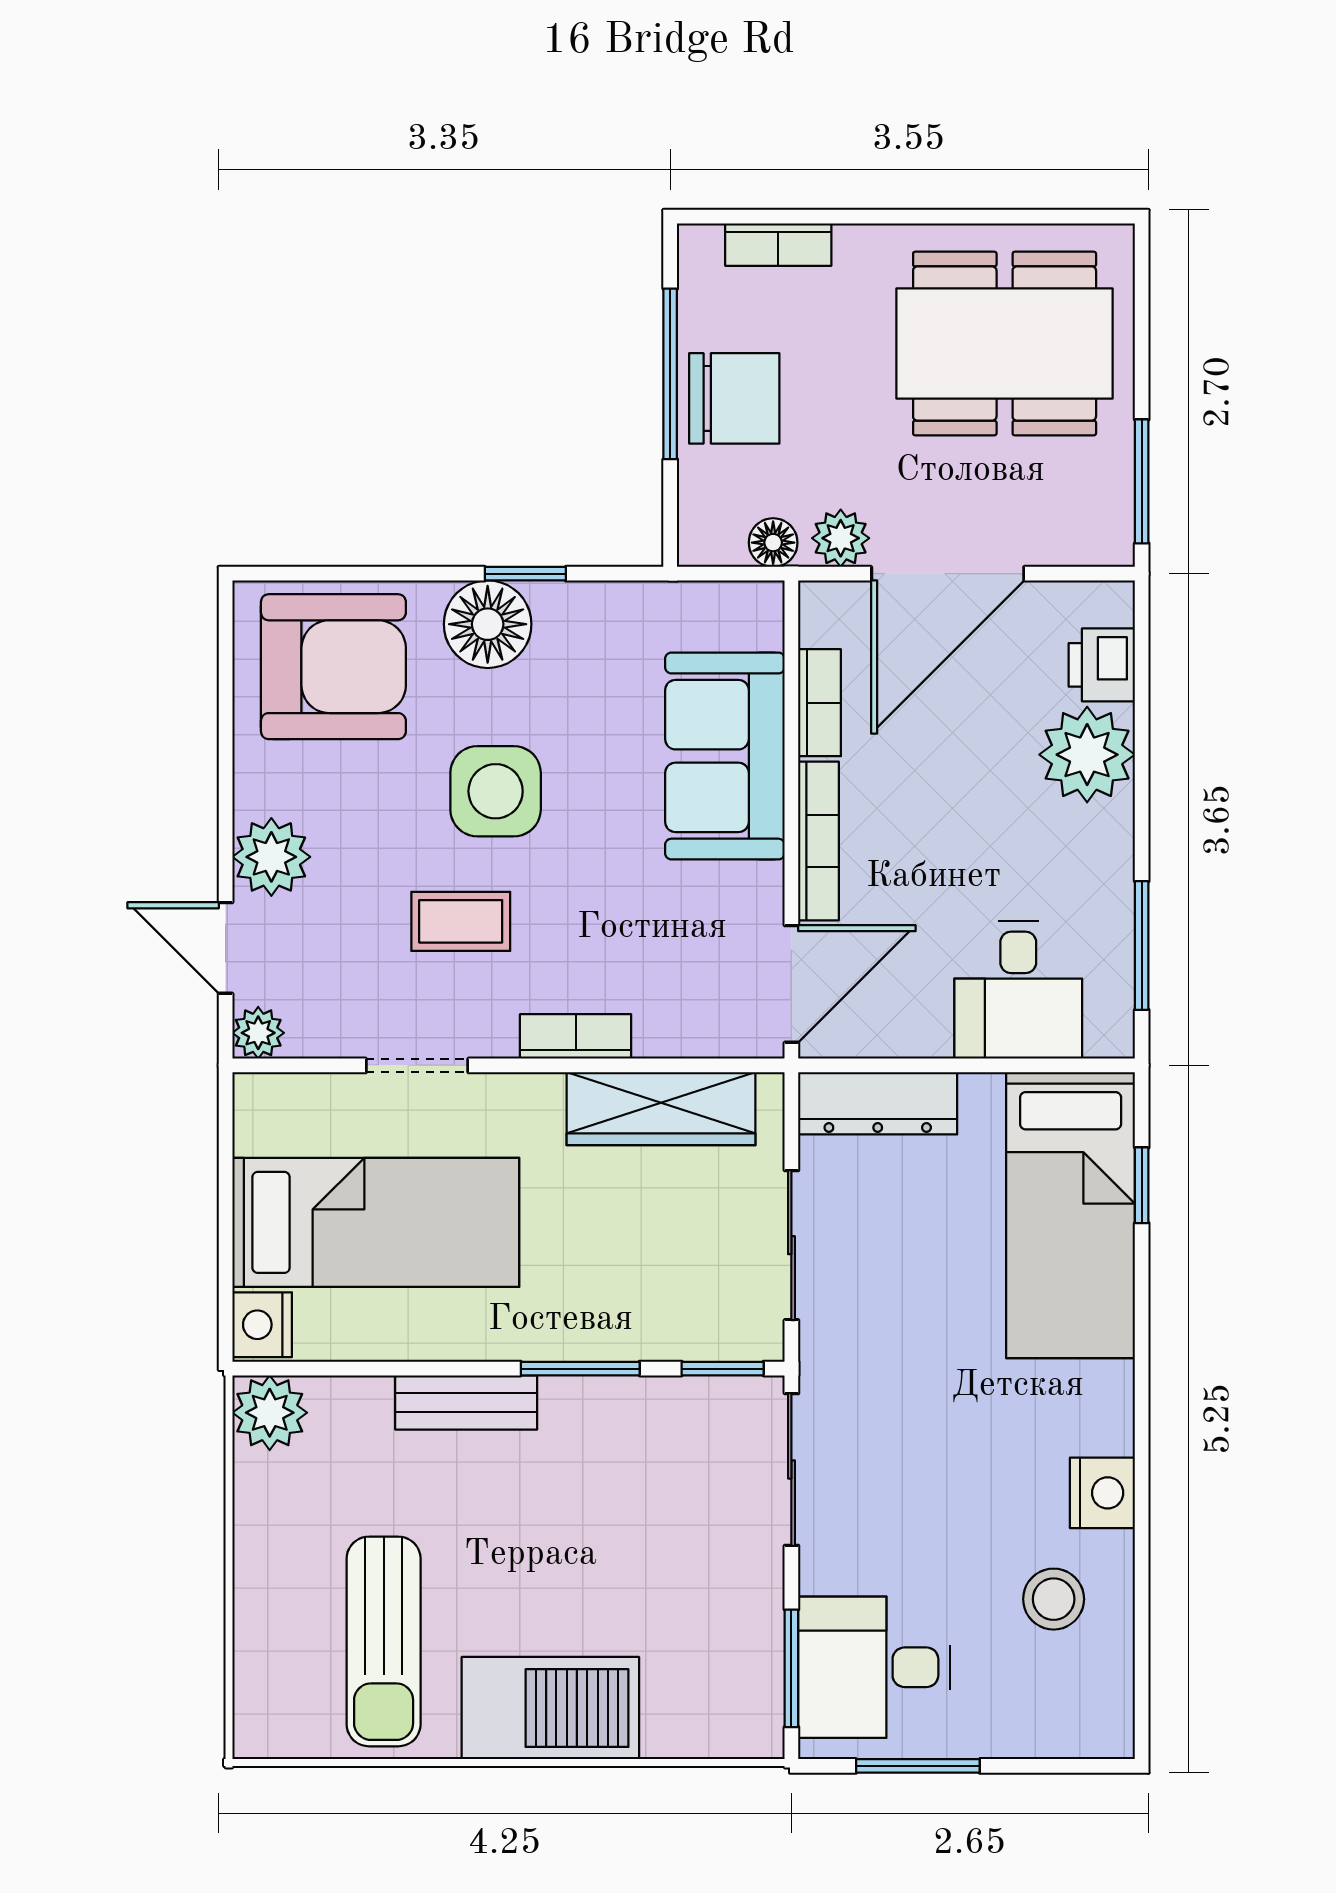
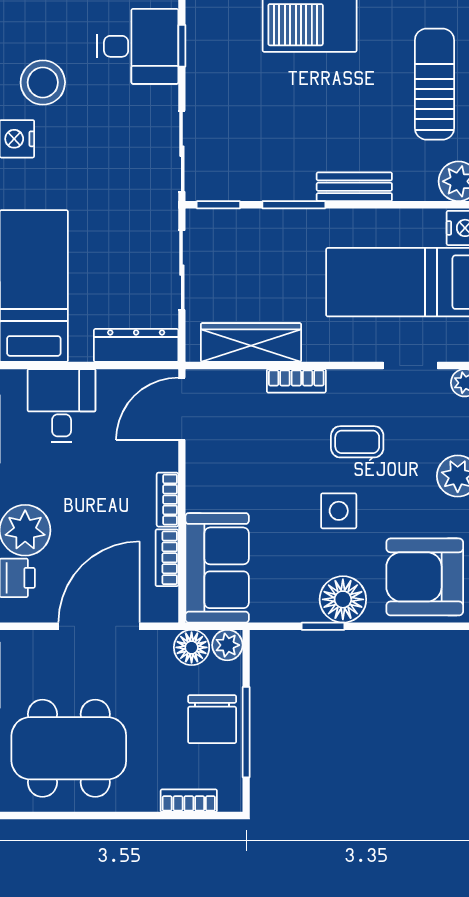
chair: (734, 398) -> (212, 719), turned -90
plant: (841, 538) -> (227, 645), moved
floor lamp: (773, 543) -> (192, 647), width x1.37, depth x1.37
sofa: (725, 756) -> (217, 568), moved
side table: (496, 791) -> (339, 511), width x0.73, depth x0.73
bookcase: (818, 841) -> (168, 500), width x0.64
doorway: (417, 1065) -> (410, 365), moved
stool: (1054, 1599) -> (43, 82), width x1.38, depth x1.38
sun lounger: (384, 1641) -> (435, 84), moved
window: (791, 1668) -> (182, 46), width x0.67

